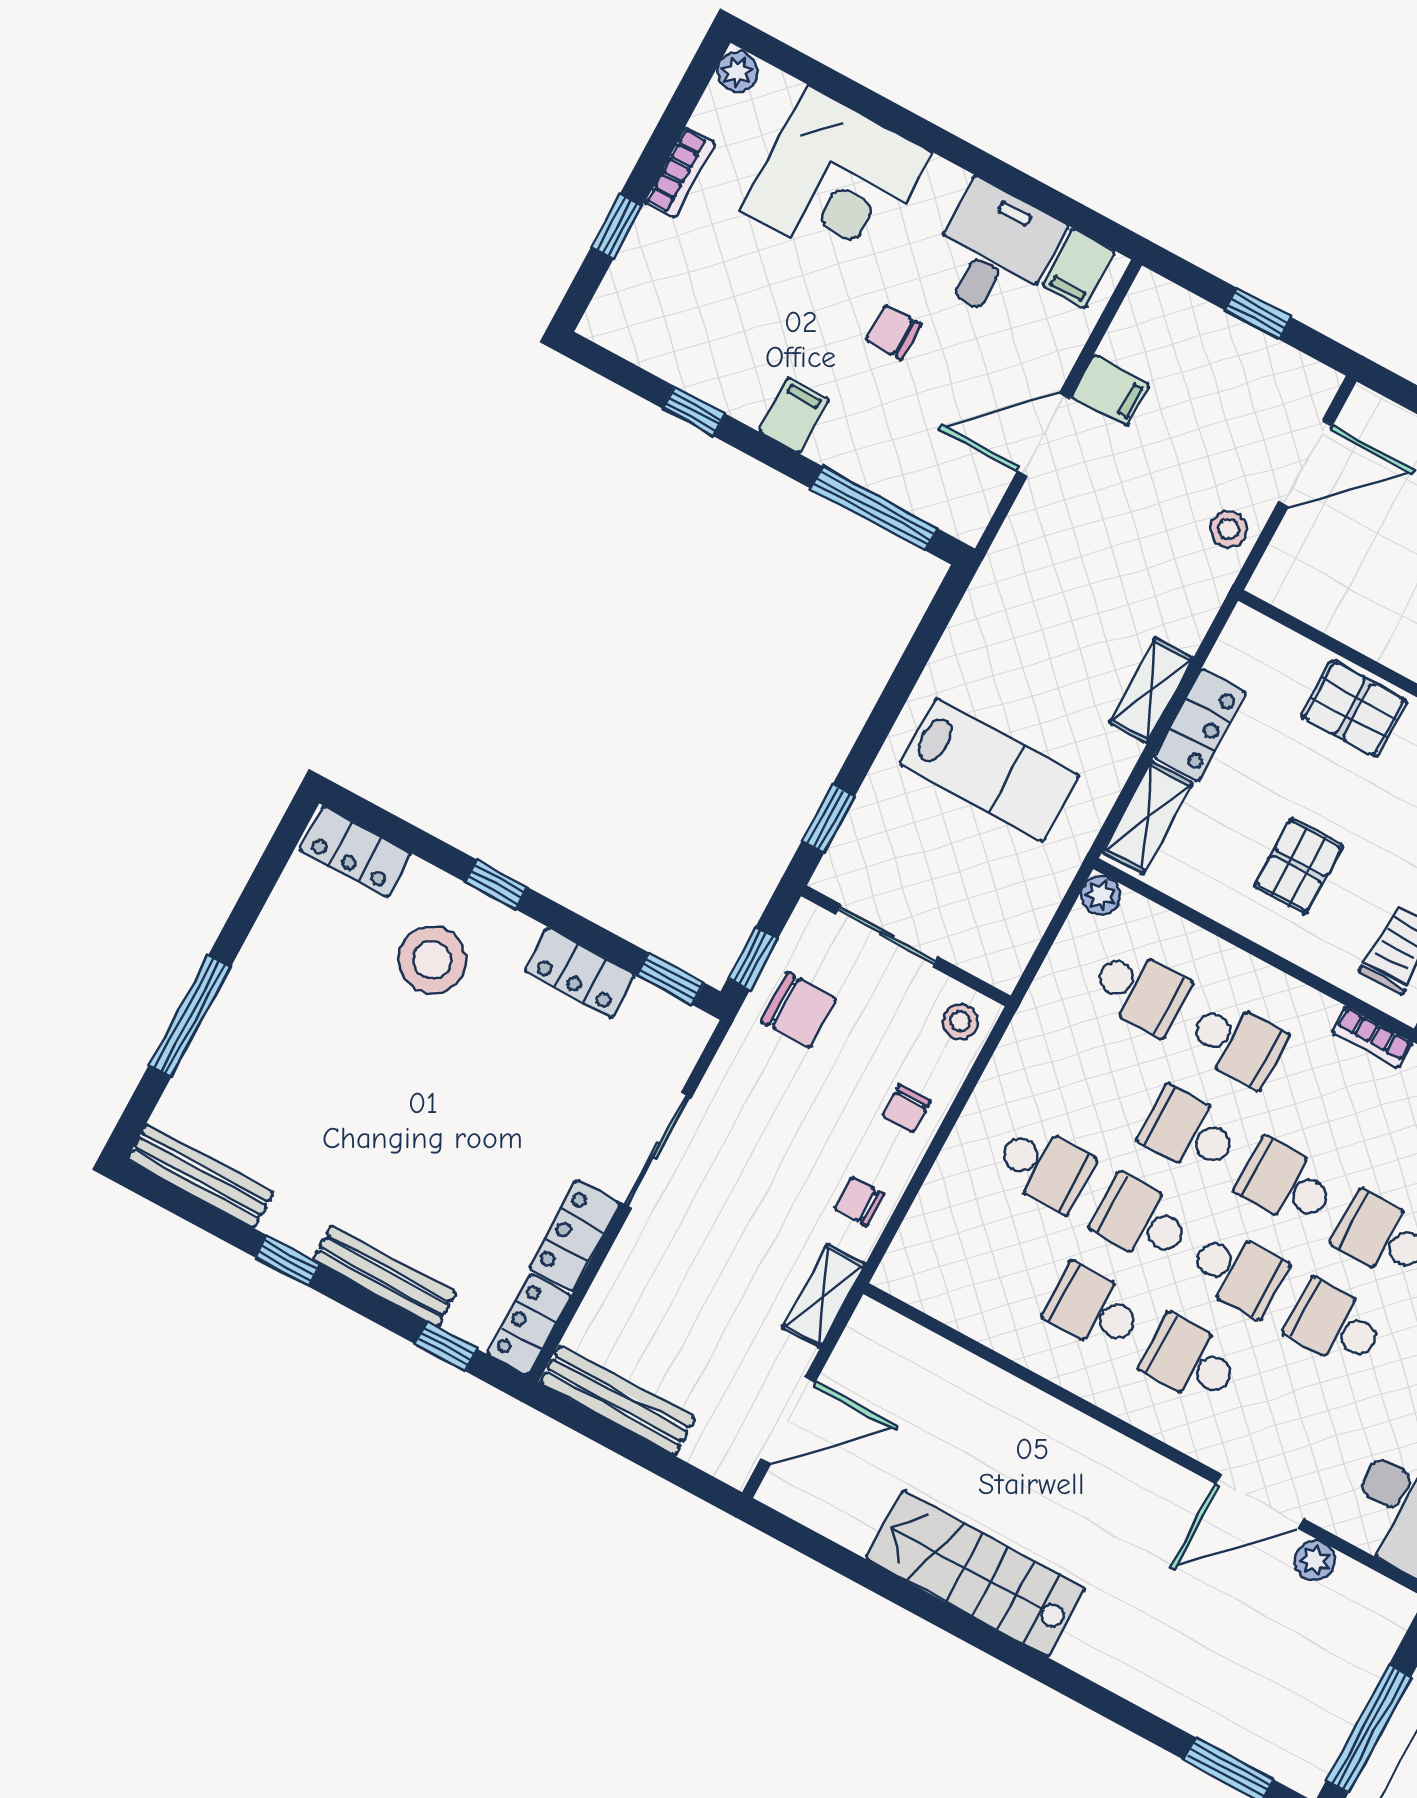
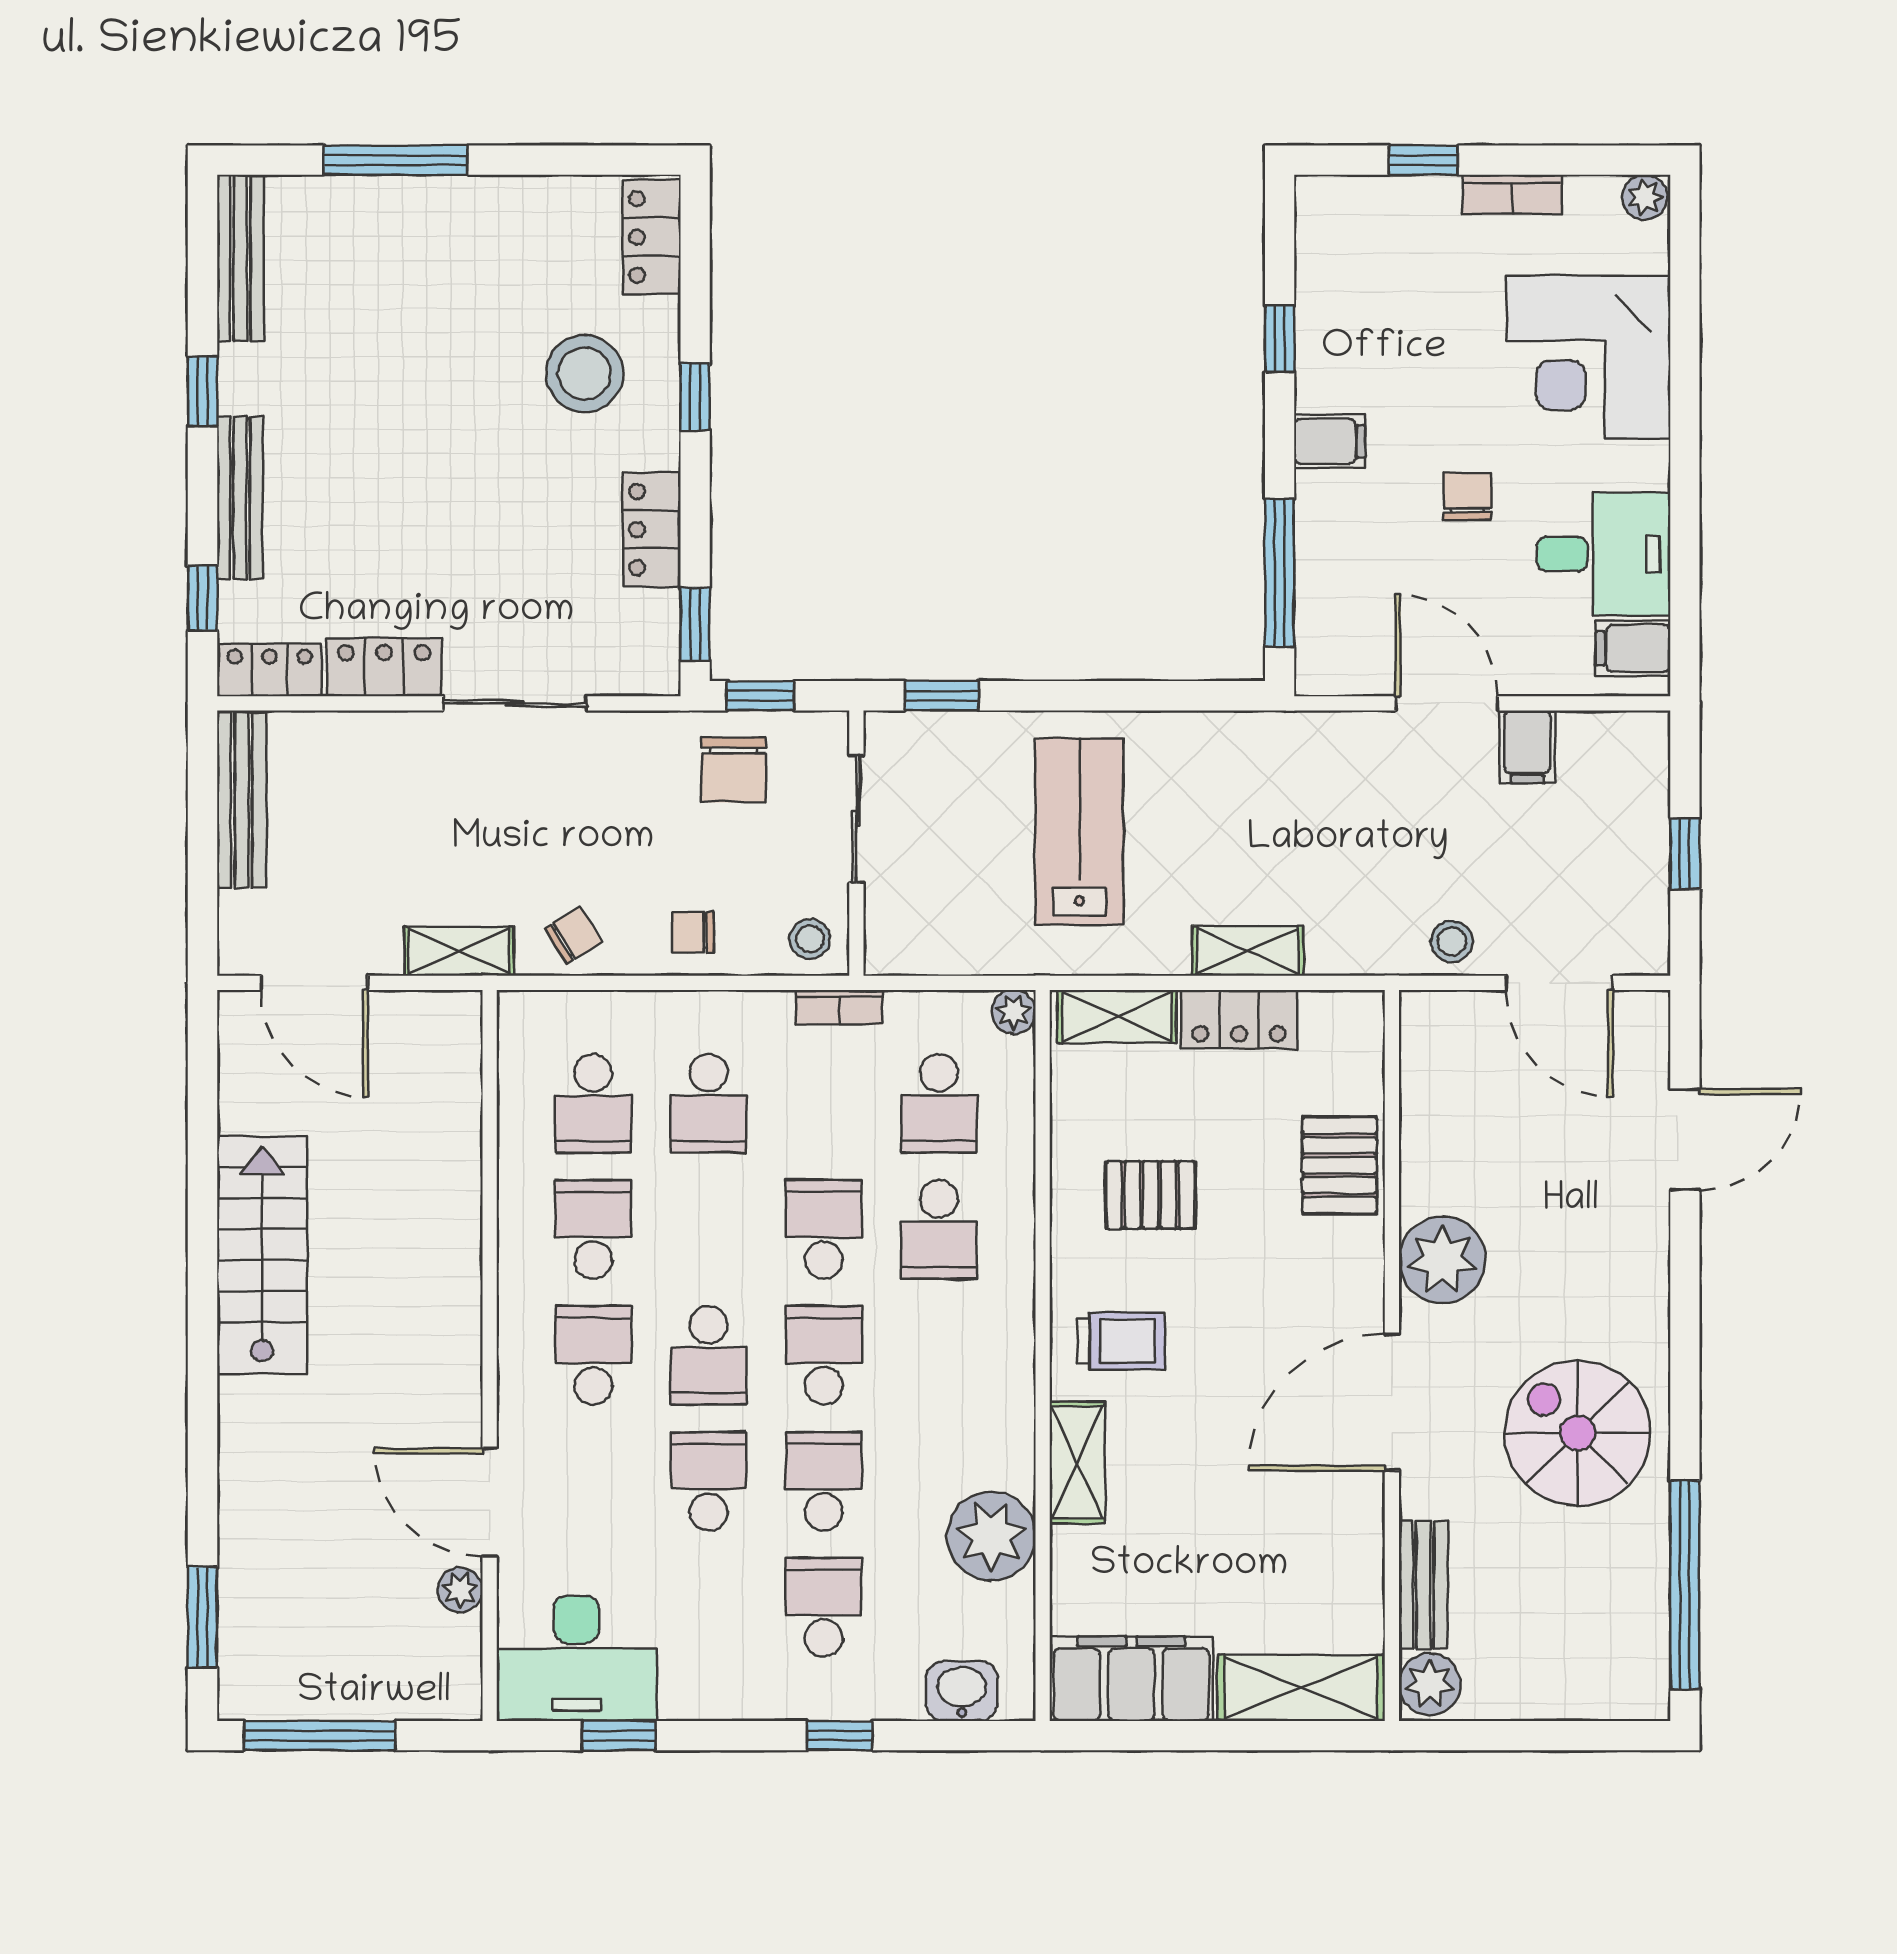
lab bench: (990, 770) -> (1079, 831), turned 180
bookcase: (1372, 1037) -> (839, 1007), moved, turned -90
chair: (859, 1201) -> (574, 935), turned 58
school desk: (1141, 1220) -> (593, 1103), moved, turned 180

